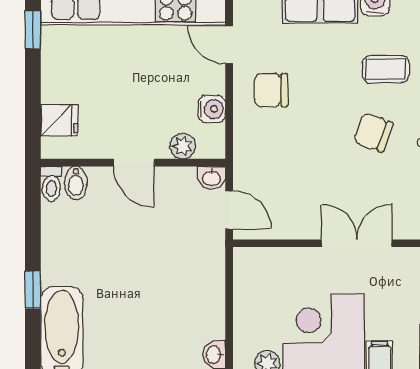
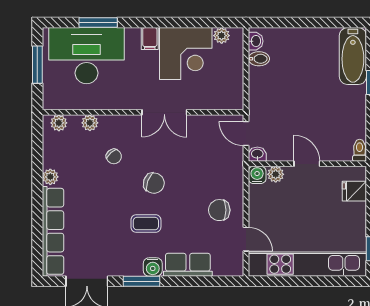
chair: (271, 90) -> (219, 210), turned 180
water cooler: (212, 109) -> (257, 175), moved, turned 90
bidet: (76, 183) -> (259, 59), moved, turned 90

